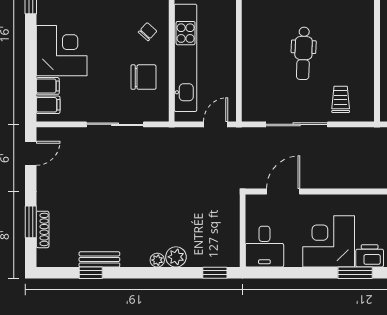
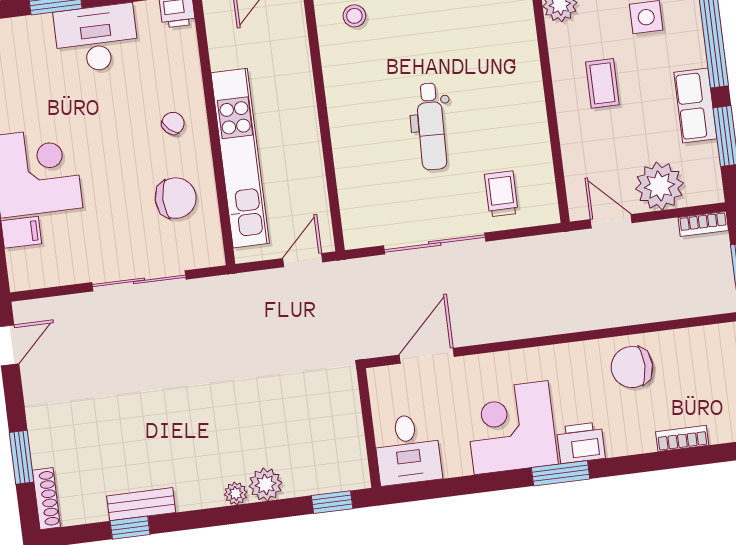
filing cabinet: (48, 105) -> (26, 263), removed
shoe rack: (43, 229) -> (46, 499), moved

